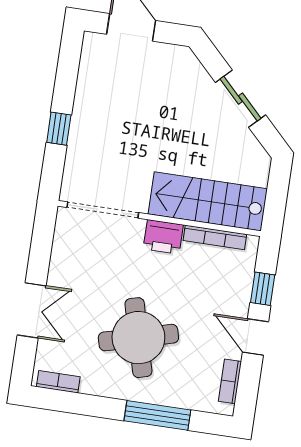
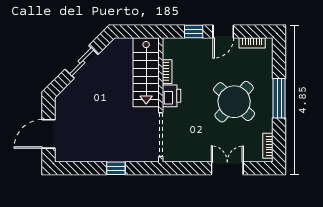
bookcase: (215, 237) -> (167, 72), width x0.64
round table: (138, 338) -> (234, 102), turned -33
window: (157, 415) -> (279, 98), moved

